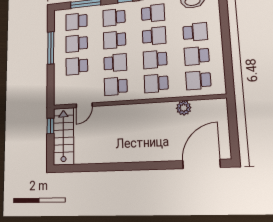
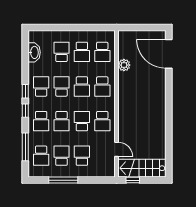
school desk: (77, 44) -> (62, 156), turned 180
school desk: (77, 66) -> (82, 156), turned 180

